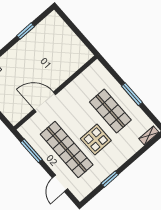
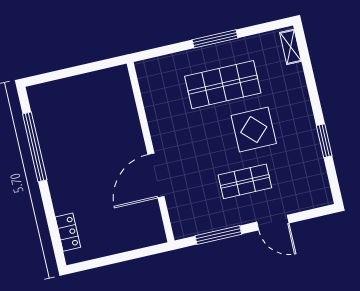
window: (26, 31) -> (35, 147), width x2.11
shop shelf: (67, 150) -> (245, 181), width x0.50, depth x0.74
door: (60, 183) -> (273, 223), moved

